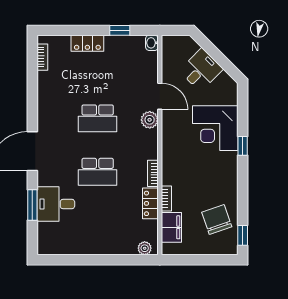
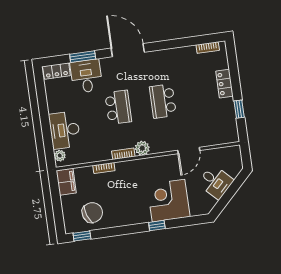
washbasin: (152, 43) -> (232, 138), removed
plant: (150, 120) -> (142, 148), moved
school desk: (98, 172) -> (118, 107), turned 180
locker: (150, 203) -> (56, 71), moved, turned 180
filing cabinet: (171, 227) -> (66, 182), moved, turned -90
desk: (115, 238) -> (65, 130), added

